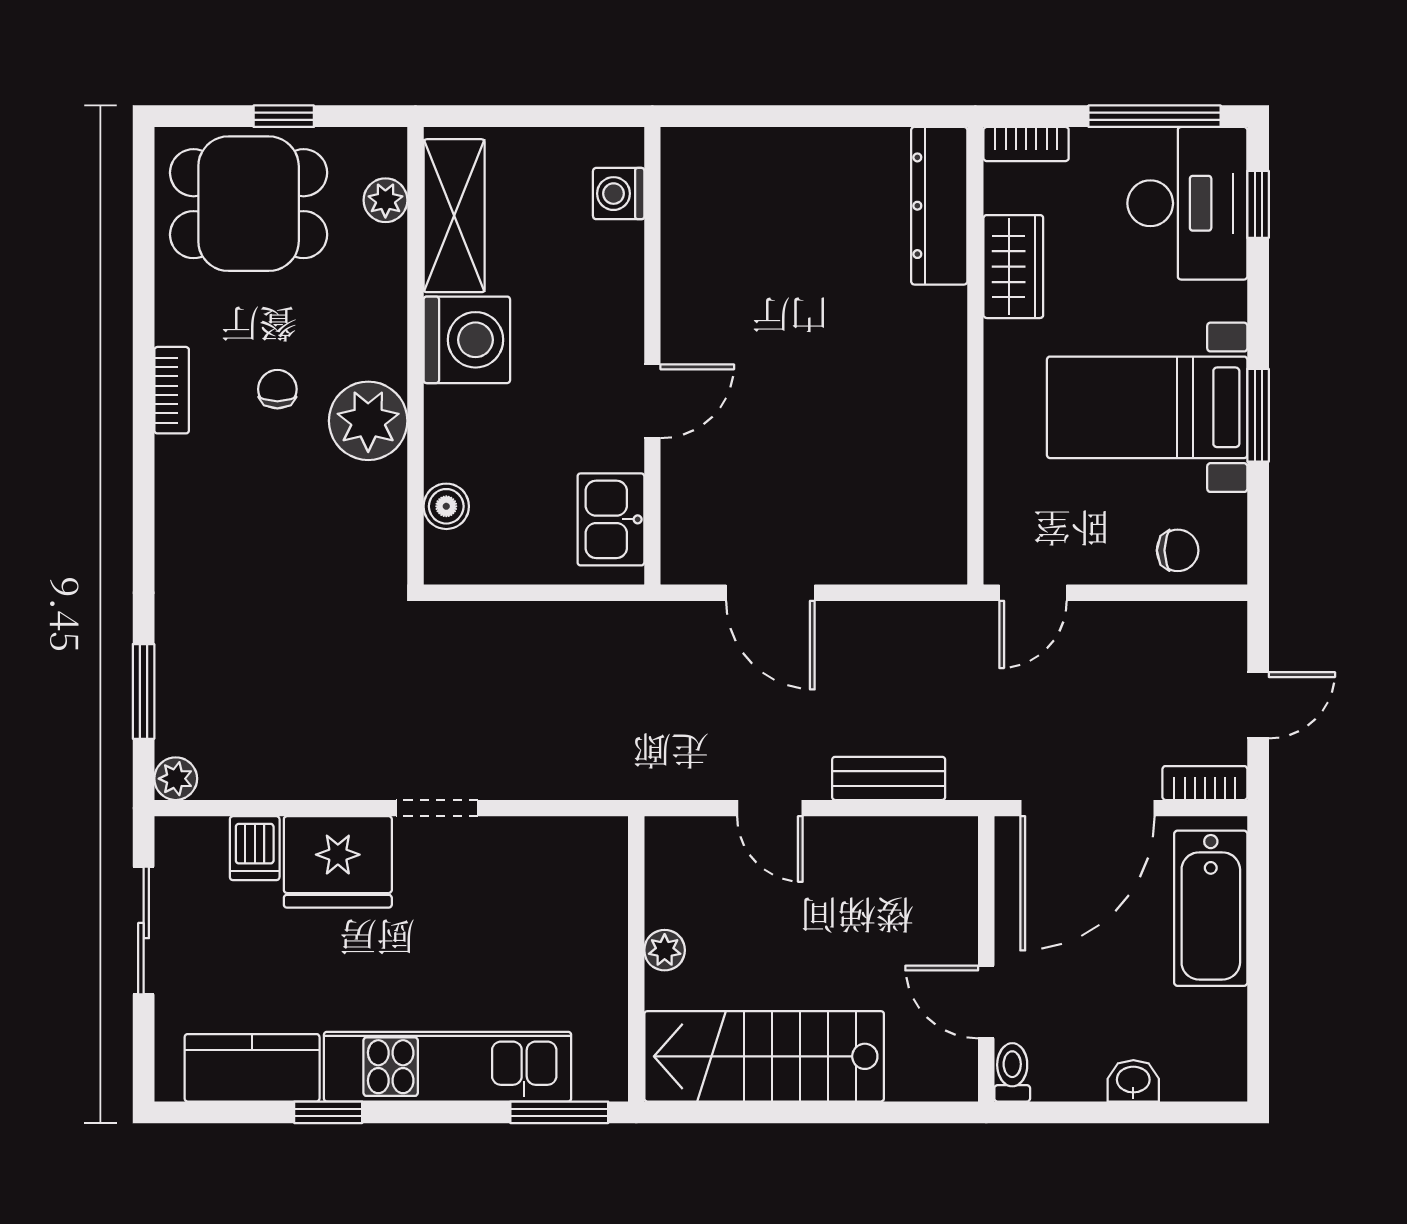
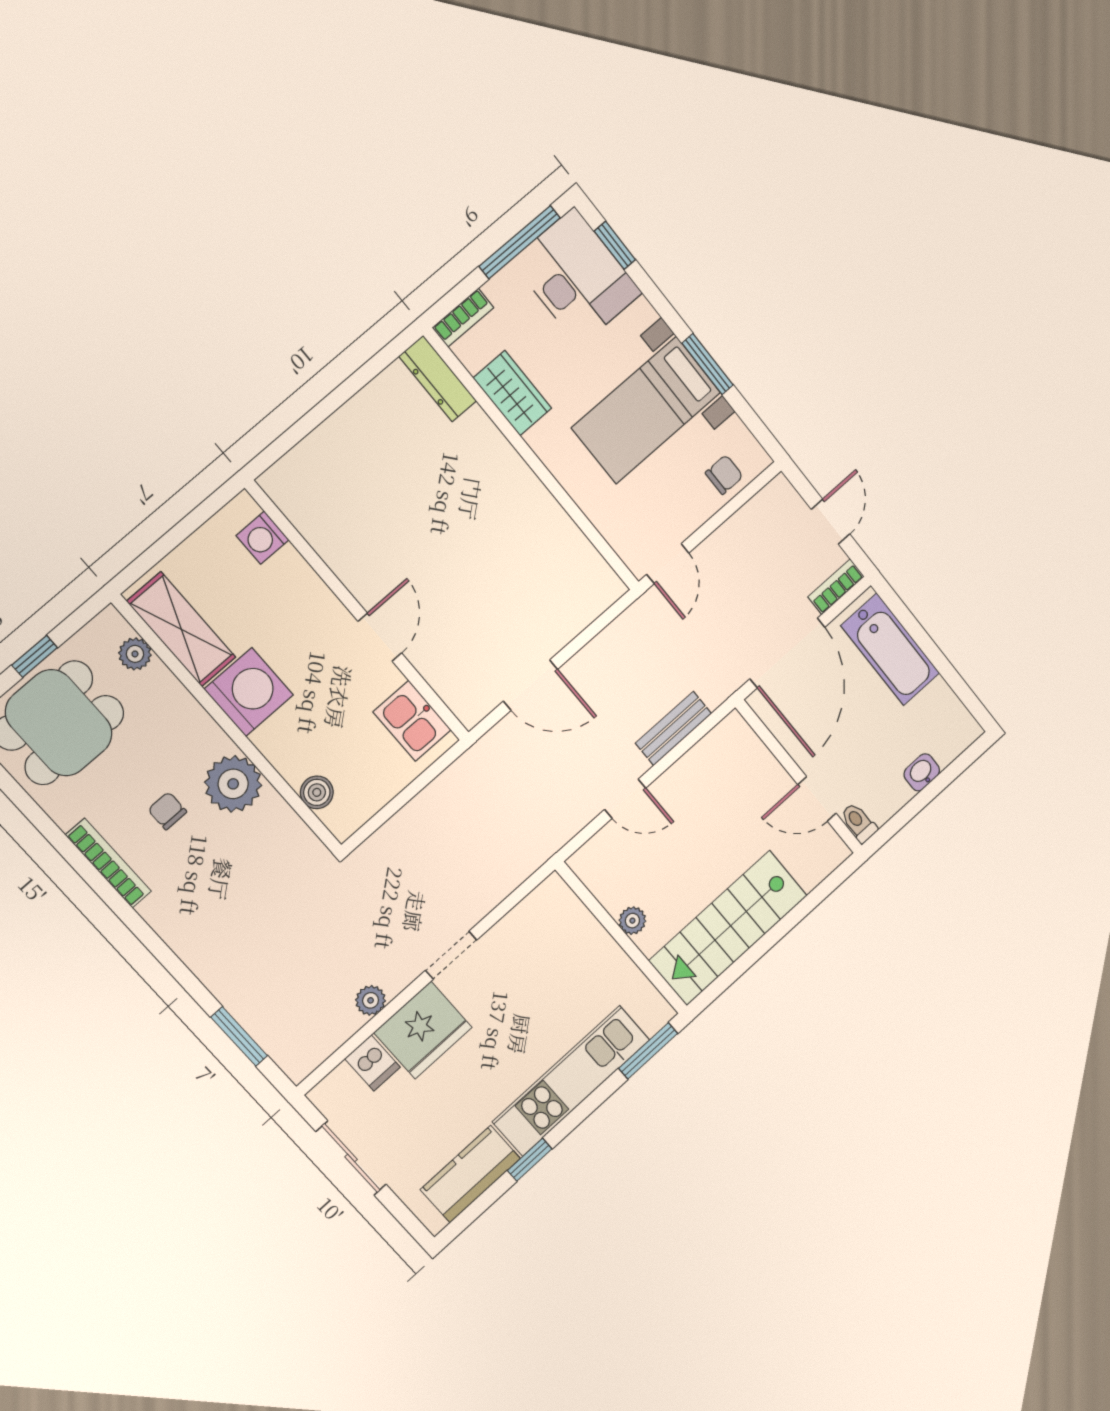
dresser: (939, 206) -> (438, 379), width x0.73, depth x0.80
bookcase: (172, 390) -> (108, 863), width x1.56
plant: (176, 779) -> (371, 1000), moved

